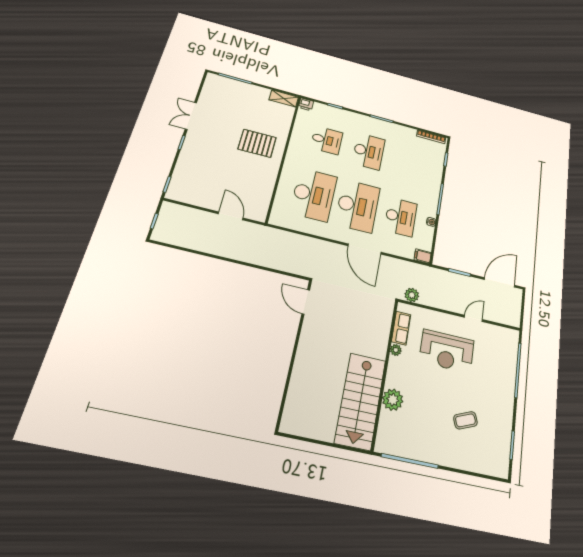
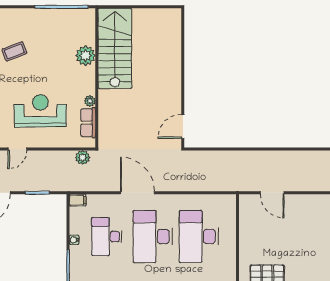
door: (306, 302) -> (183, 126), swing flipped

